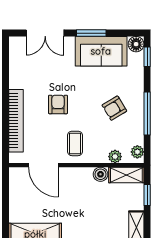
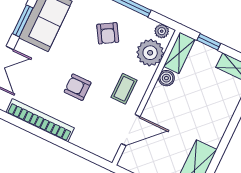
bookcase: (16, 121) -> (40, 120), moved
coffee table: (75, 143) -> (124, 89), turned 90
plant: (115, 157) -> (150, 53), width x1.88, depth x1.88

